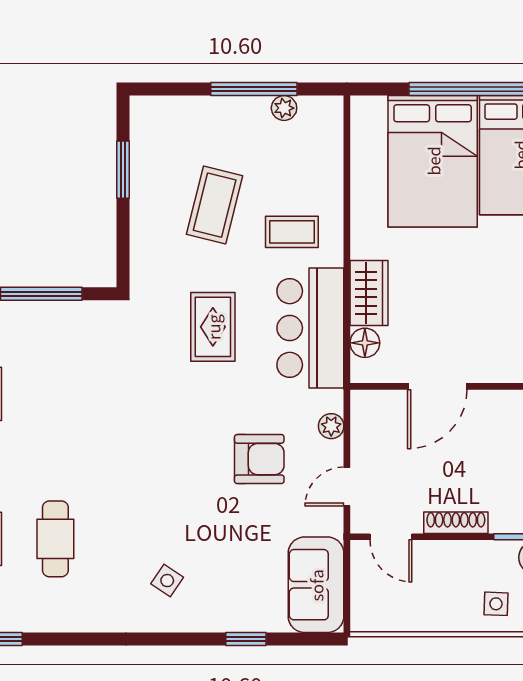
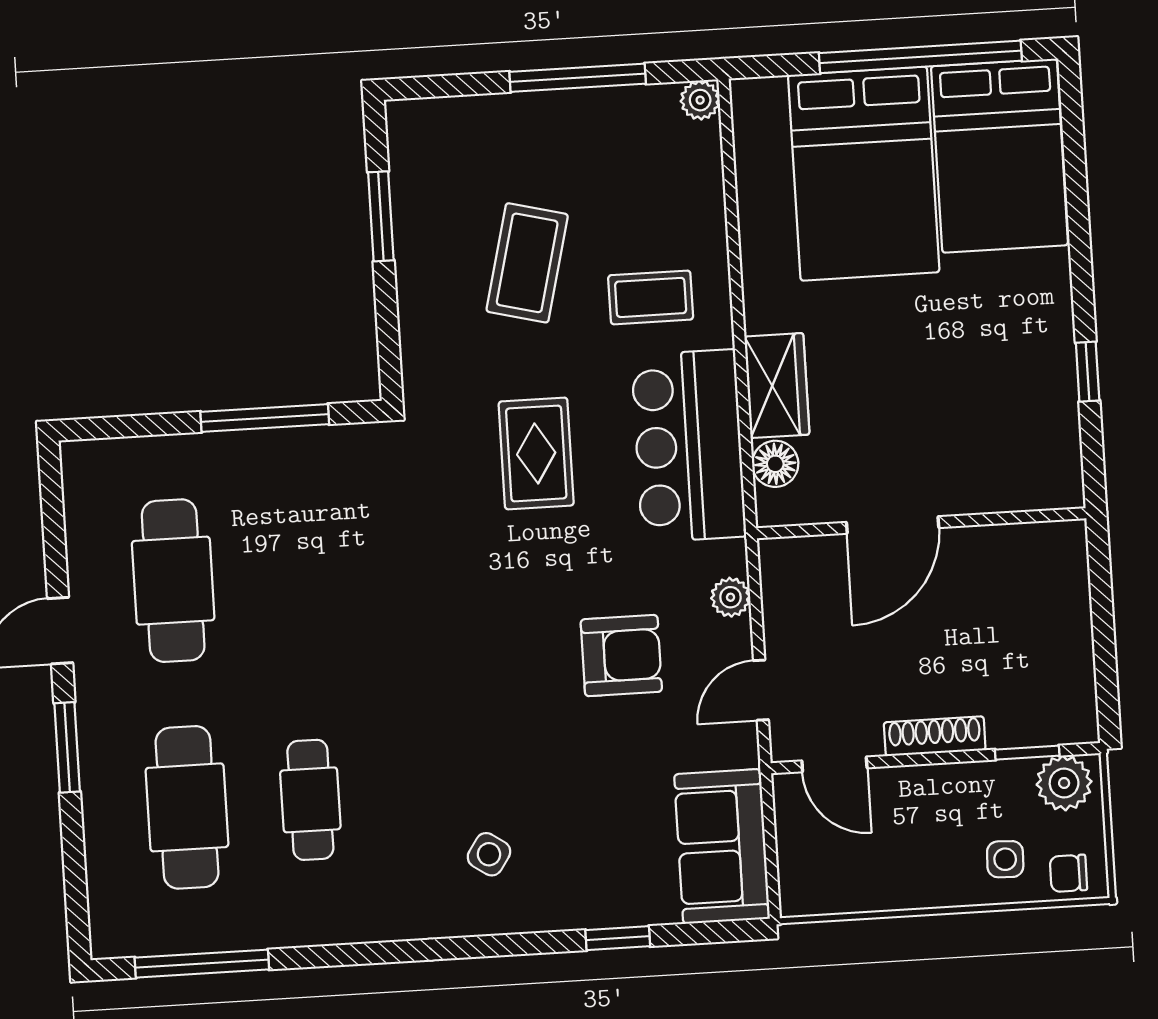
plant: (284, 108) -> (700, 100), moved

